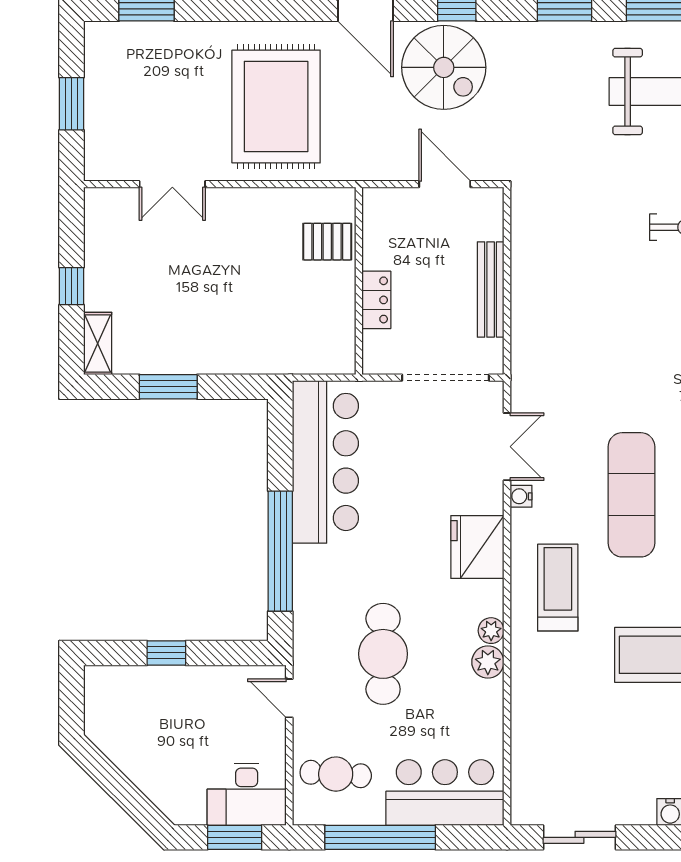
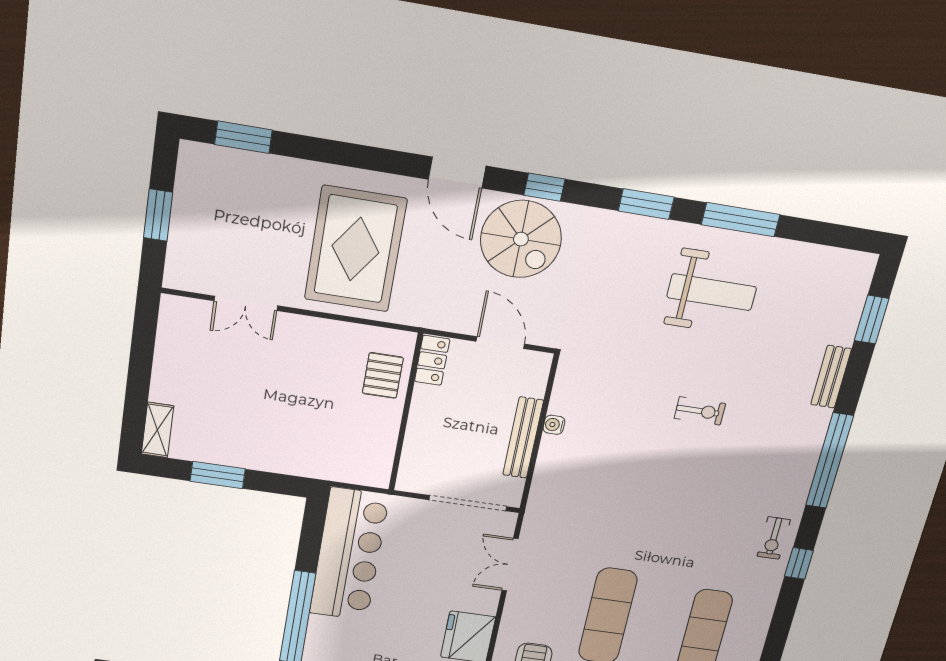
pallet: (327, 242) -> (383, 375), turned 90
window: (72, 286) -> (139, 378), removed
locker: (376, 300) -> (432, 360), moved
double door: (507, 447) -> (510, 565), swing flipped
water cooler: (521, 496) -> (554, 425), moved

